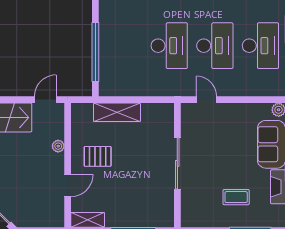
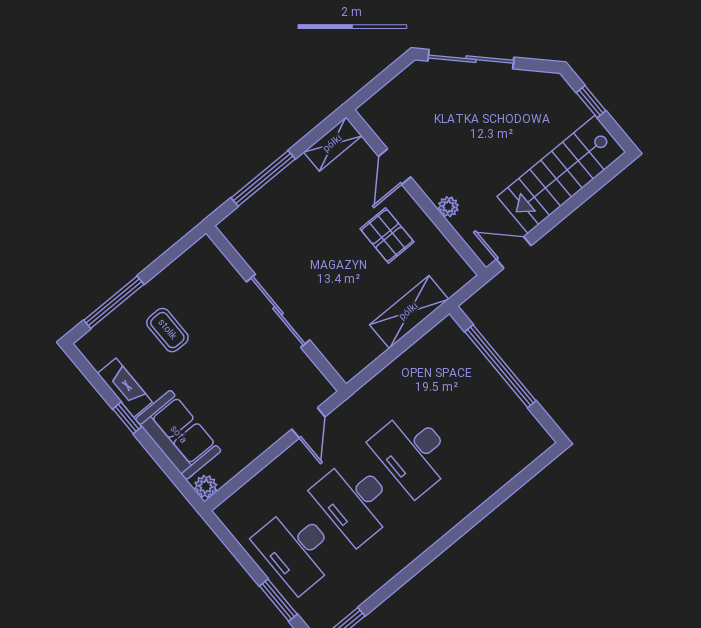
door: (45, 100) -> (514, 252), swing flipped
door: (206, 100) -> (308, 423), hinge flipped
pallet: (98, 156) -> (387, 235), turned 90
coffee table: (236, 197) -> (167, 330), turned 90

